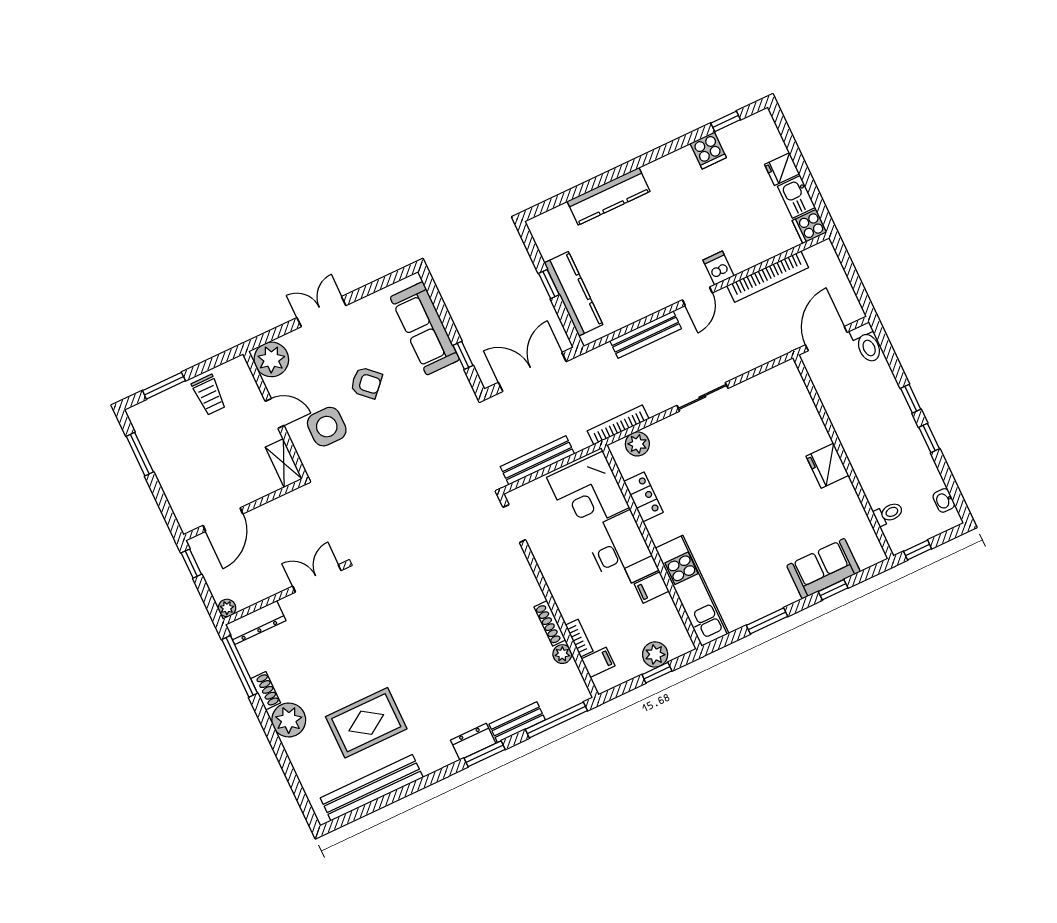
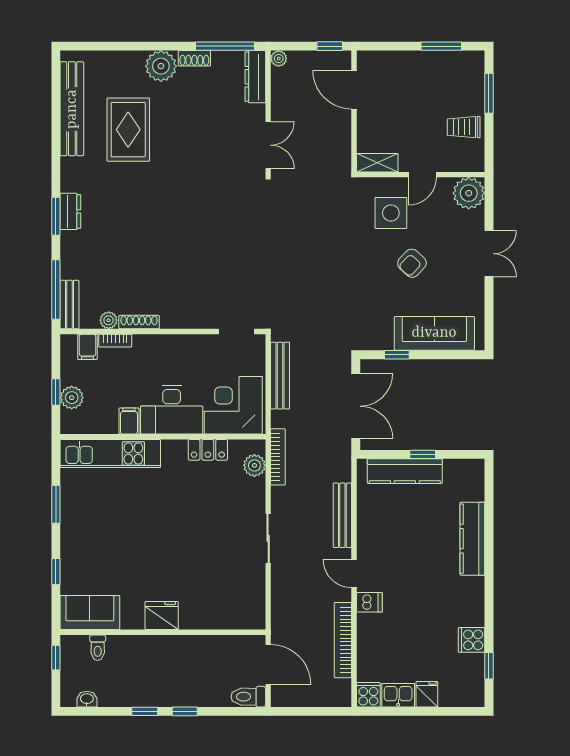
sofa: (823, 569) -> (90, 613), moved, turned -90
bench: (517, 722) -> (69, 304), moved

